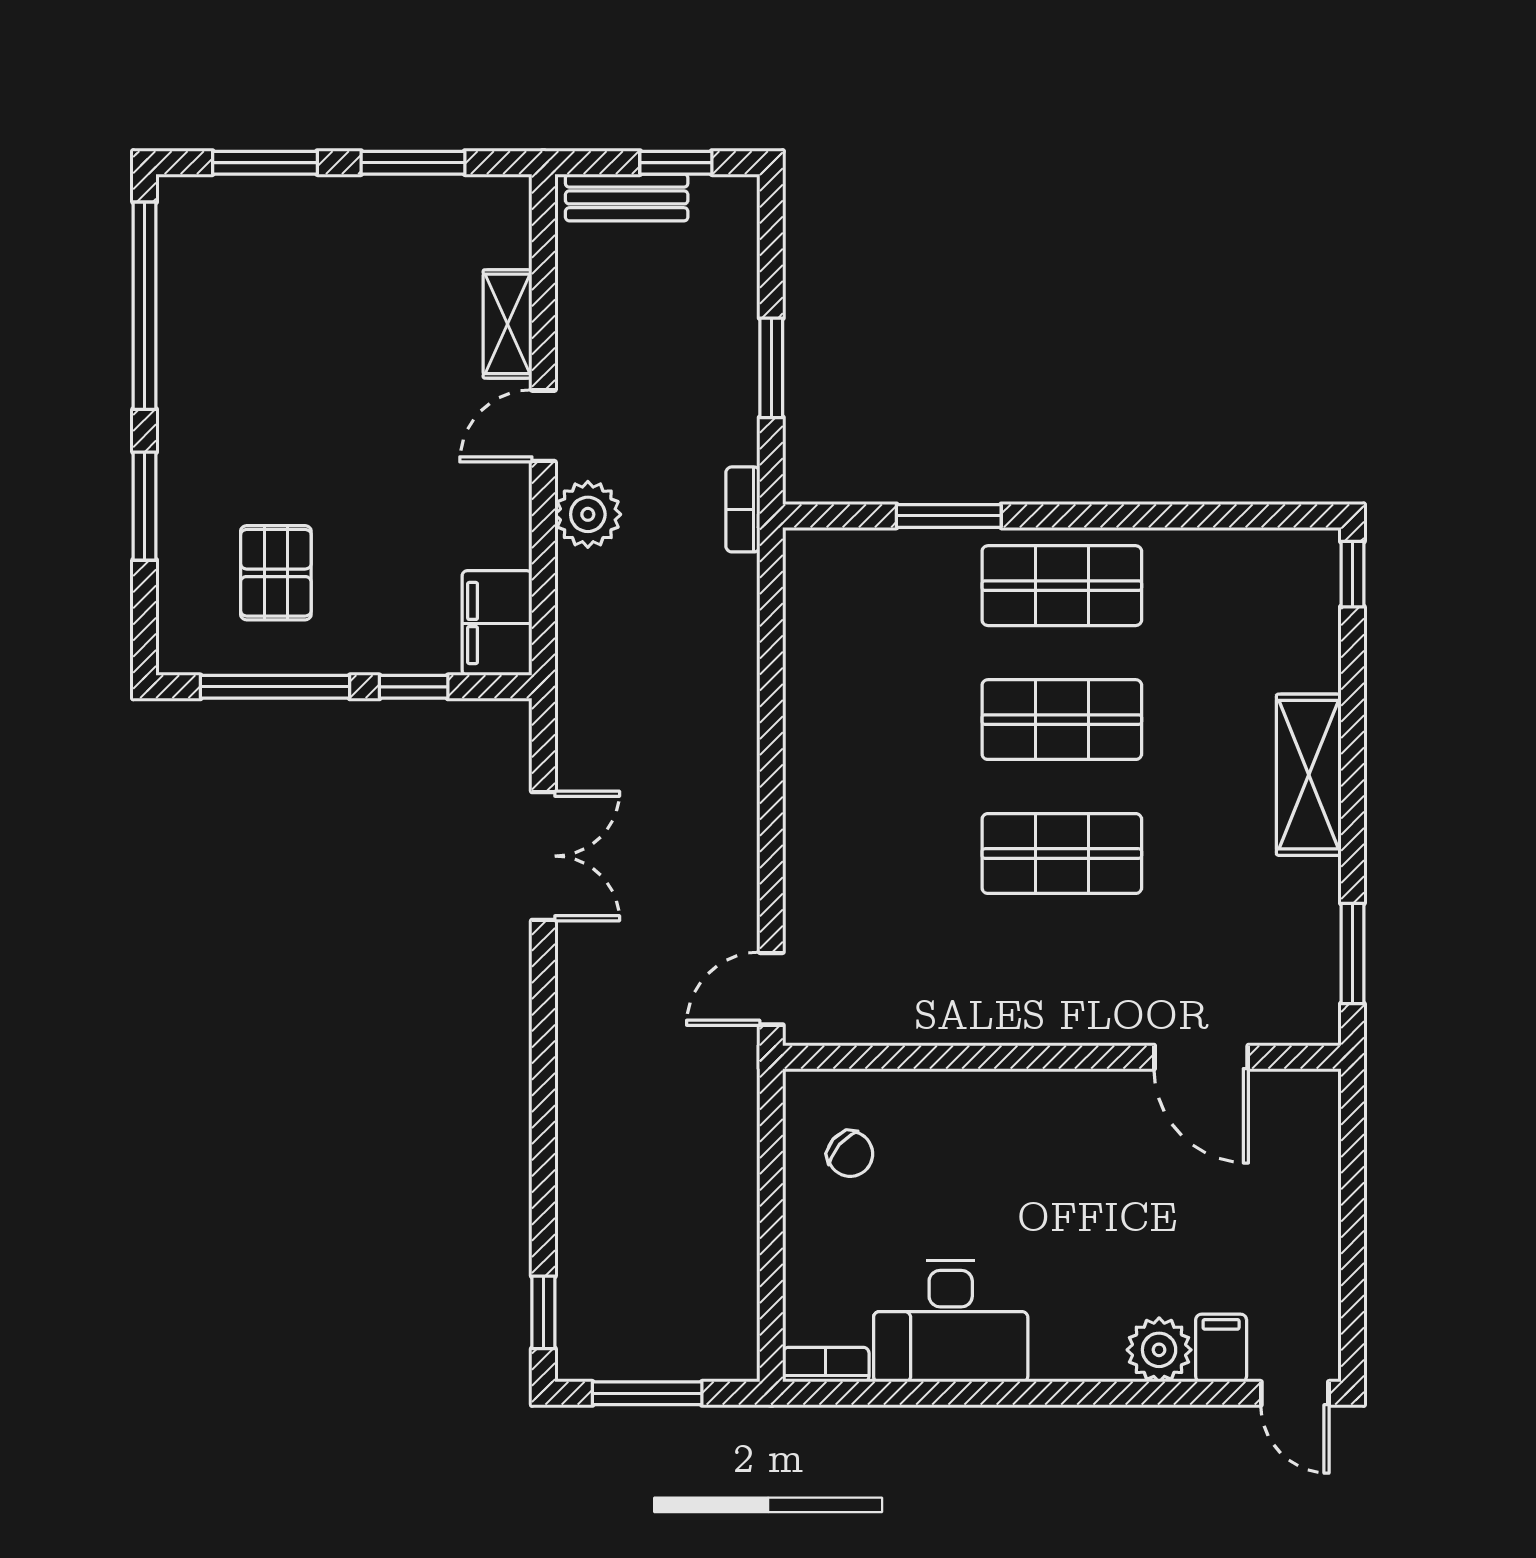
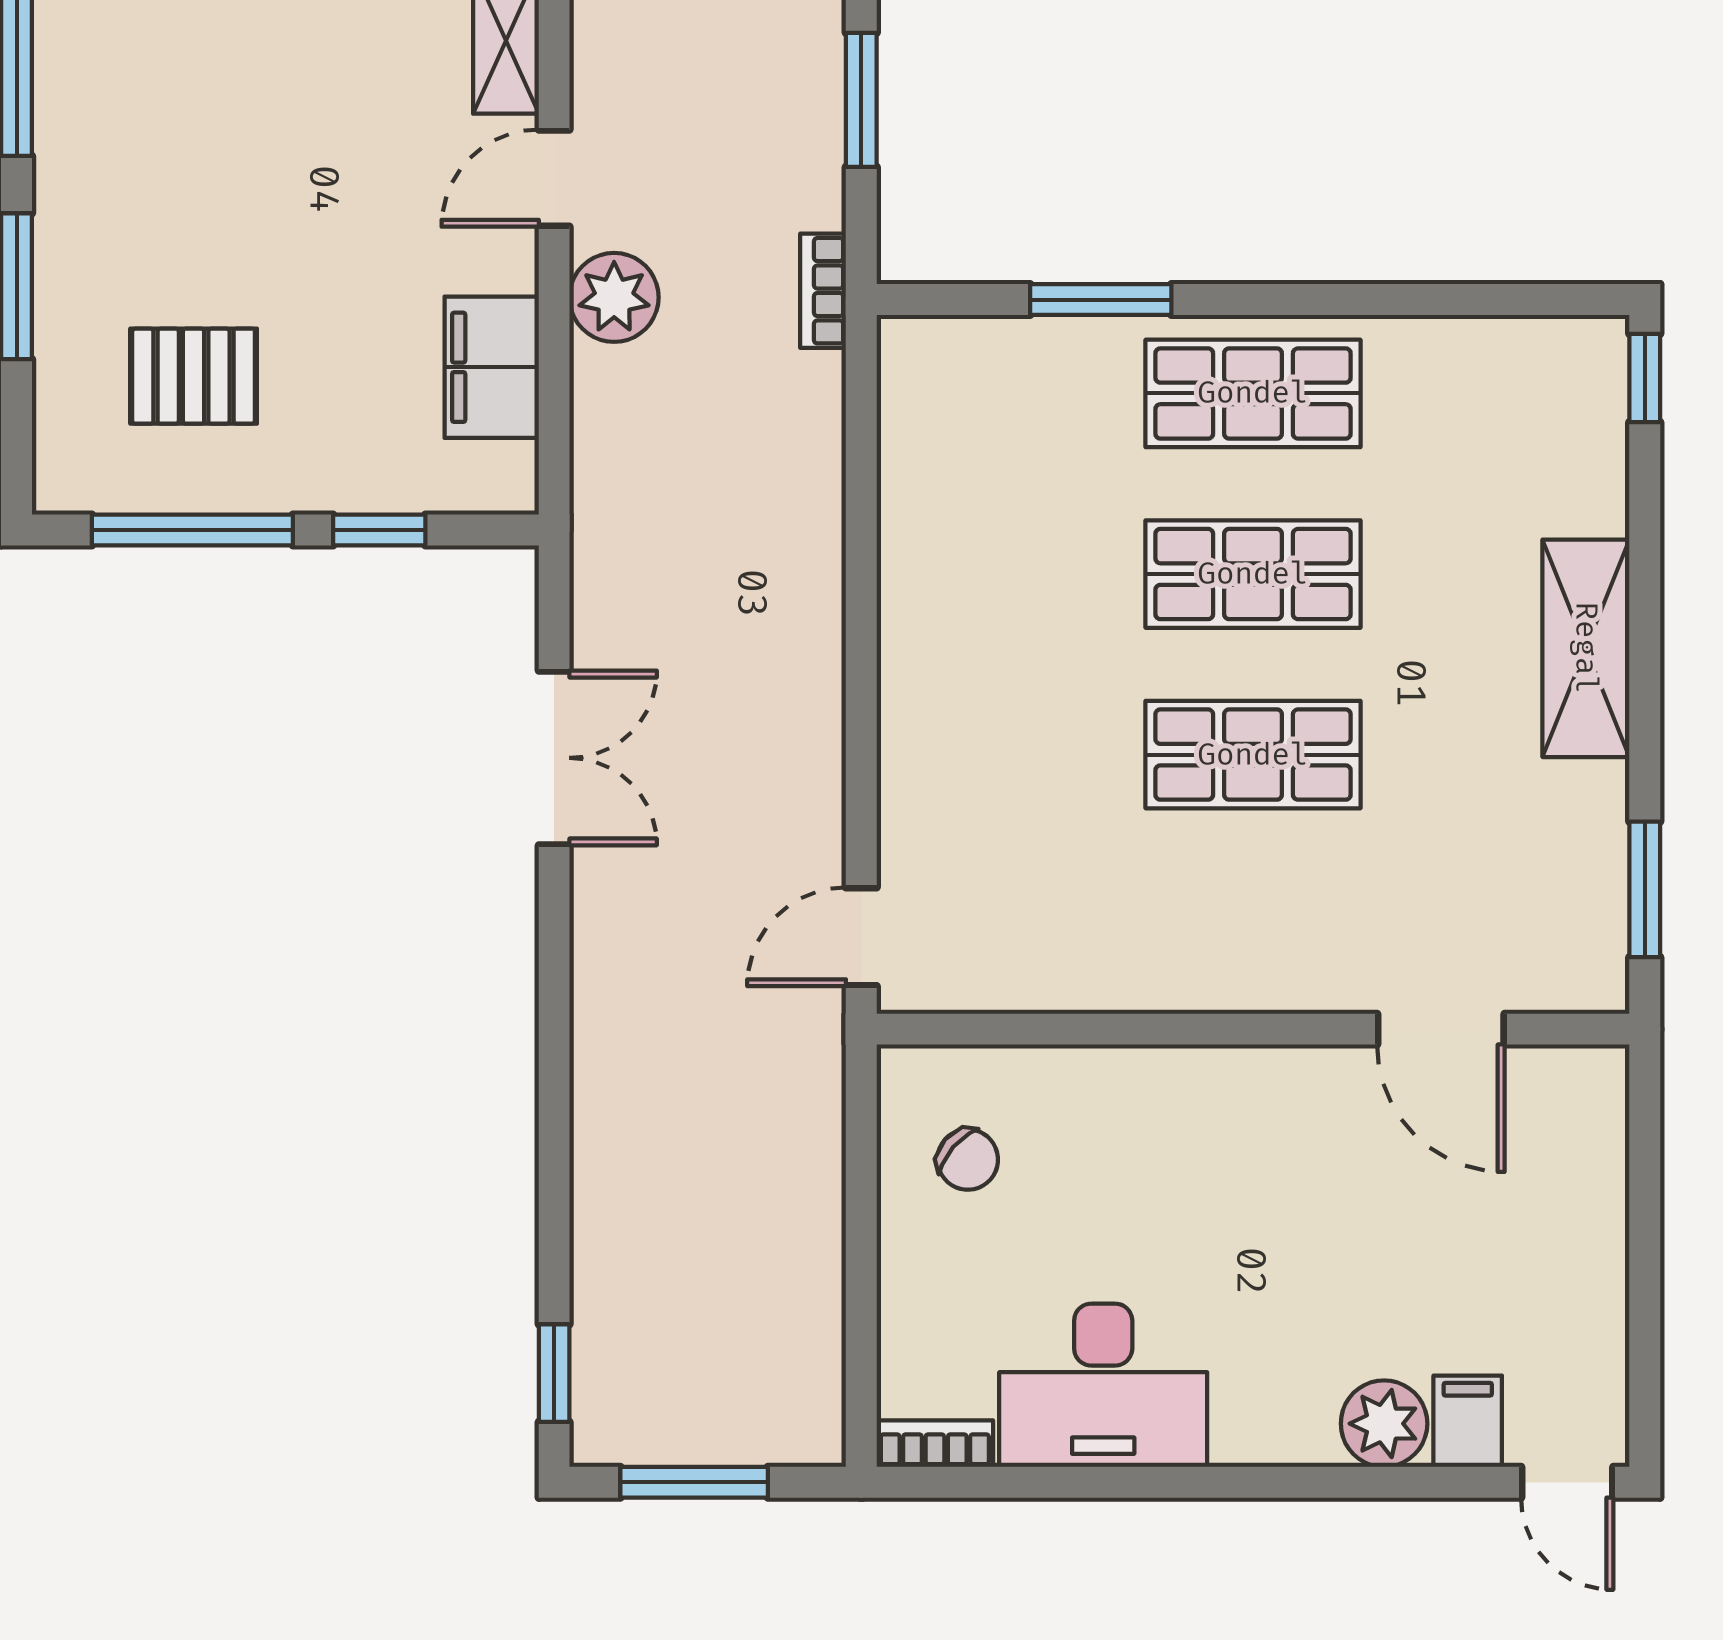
pallet: (276, 573) -> (194, 376), turned 90
filing cabinet: (497, 623) -> (492, 367), moved

